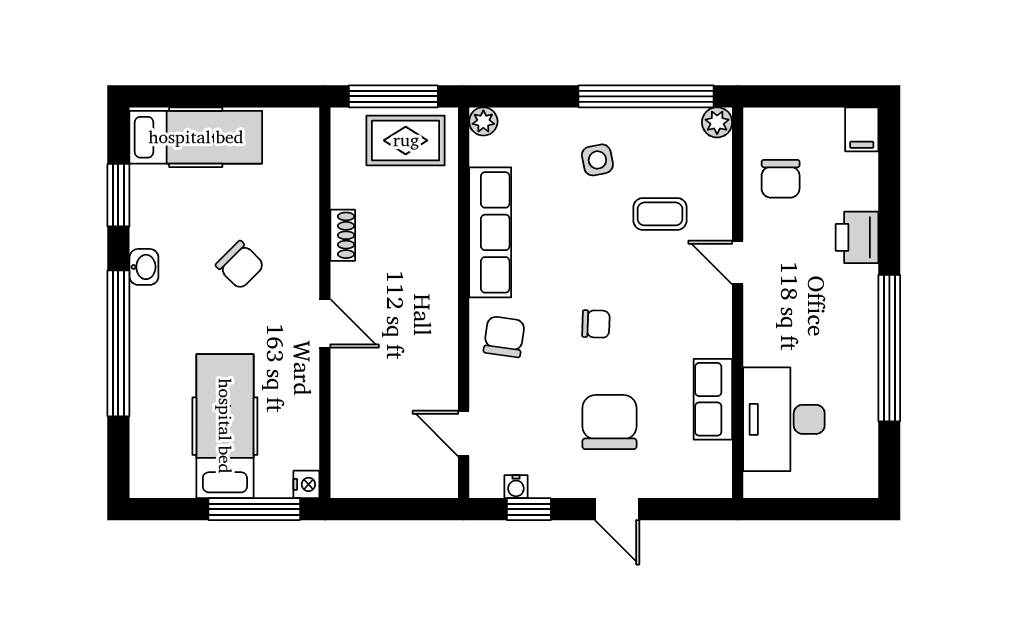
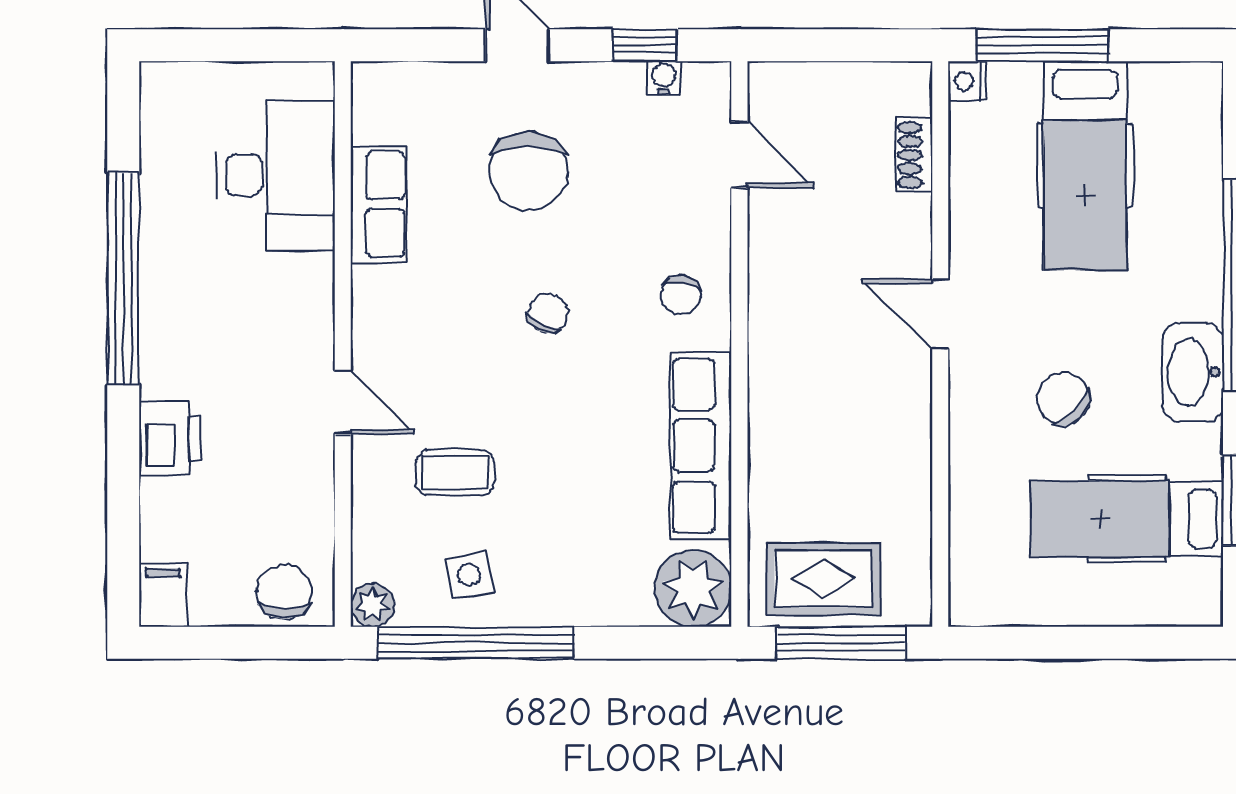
plant: (483, 121) -> (693, 588), width x1.88, depth x1.88
hospital bed: (196, 137) -> (1127, 519), moved
side table: (597, 160) -> (469, 575), moved
chair: (781, 179) -> (284, 592), moved
shoe rack: (343, 235) -> (914, 155), moved
washbasin: (144, 267) -> (1193, 372), width x1.91, depth x1.45
chair: (596, 324) -> (548, 313), turned 114
chair: (504, 337) -> (681, 295), width x0.73, depth x0.73

